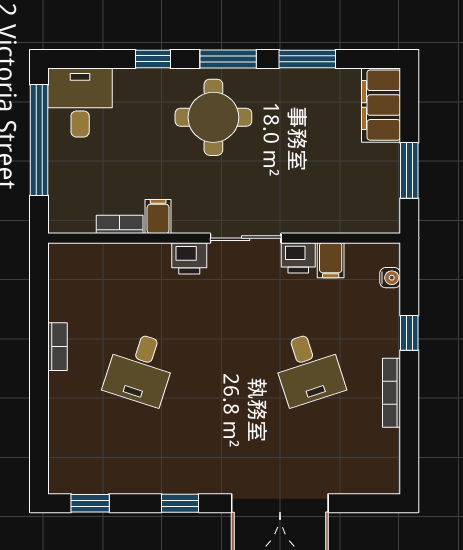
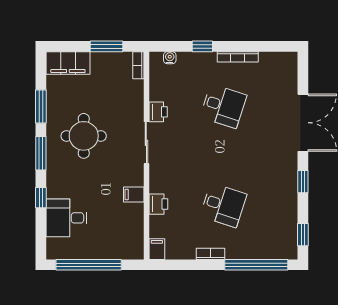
desk: (80, 102) -> (66, 218), moved
round table: (213, 117) -> (84, 136), moved
bookcase: (120, 224) -> (138, 65), moved
printer: (189, 258) -> (158, 204), moved
filing cabinet: (331, 260) -> (157, 249), moved, turned -90
desk: (308, 368) -> (223, 106), turned 36
window: (39, 424) -> (256, 265), added

